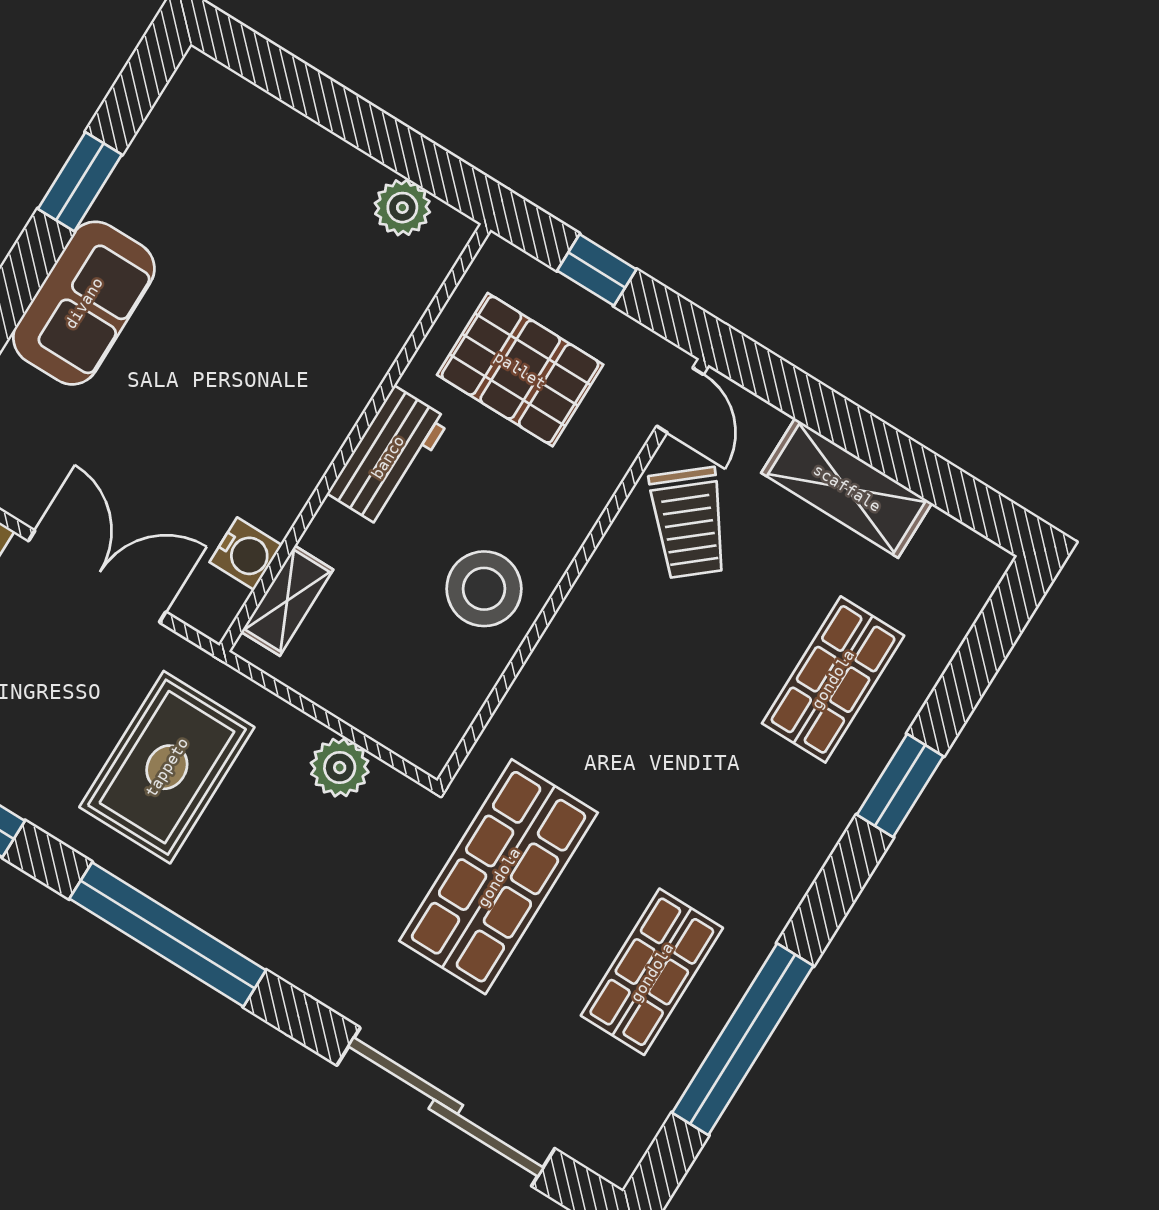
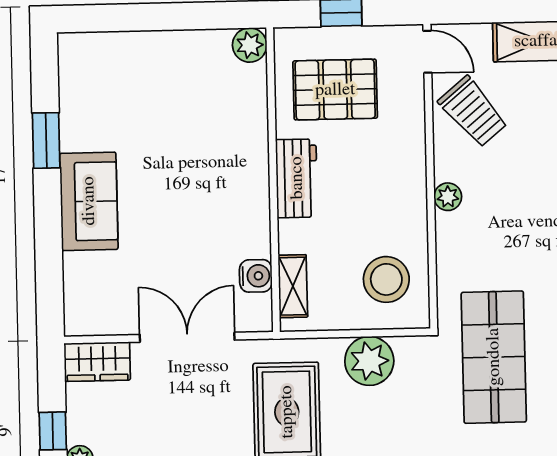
plant: (402, 208) -> (250, 45), moved
stool: (484, 589) -> (386, 279), moved
plant: (579, 617) -> (448, 197), added
plant: (340, 768) -> (369, 361), width x1.36, depth x1.36

